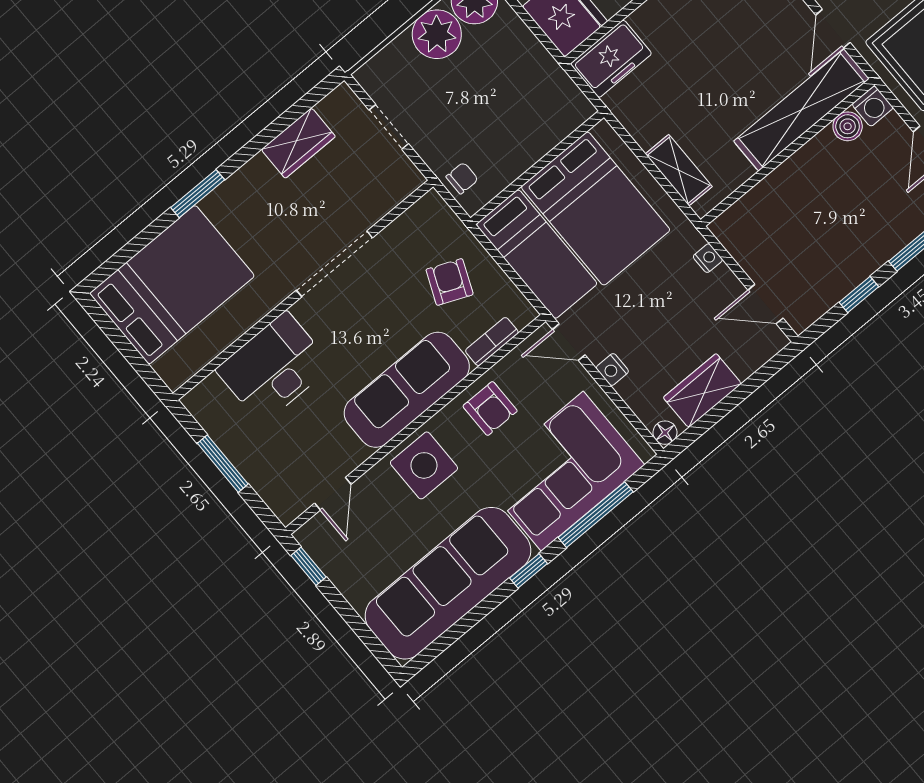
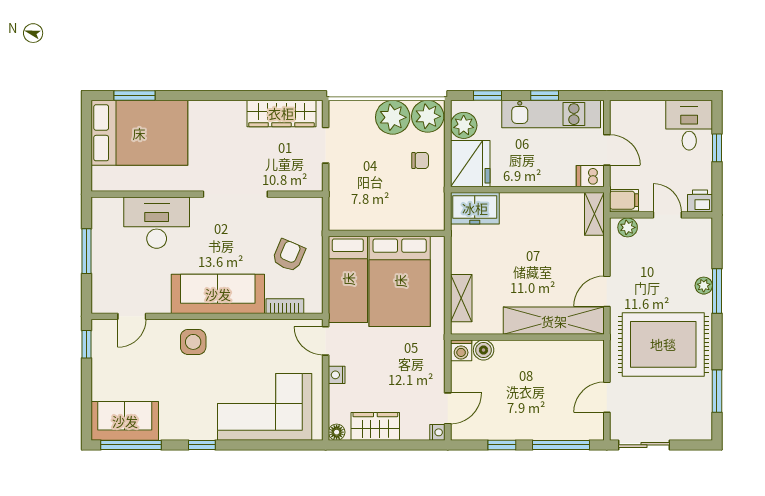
washing machine: (873, 106) -> (461, 350), moved
boiler: (848, 126) -> (484, 350), moved
wardrobe: (298, 143) -> (281, 113), width x1.50
chair: (462, 178) -> (420, 161), moved
window: (198, 194) -> (134, 96), moved
nightstand: (708, 258) -> (437, 432), moved
door: (765, 304) -> (448, 408), swing flipped
armchair: (490, 408) -> (254, 341), removed
side table: (424, 465) -> (193, 342), width x0.73, depth x0.73
window: (596, 515) -> (131, 445), moved
sofa: (448, 583) -> (125, 421), width x0.54, depth x0.79

